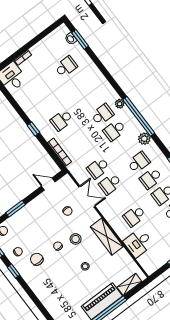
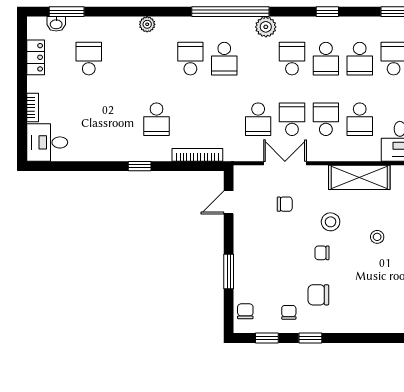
locker: (48, 41) -> (36, 57), added
plant: (120, 104) -> (147, 24), moved
school desk: (110, 184) -> (292, 119), turned 180
school desk: (122, 200) -> (326, 119), added

